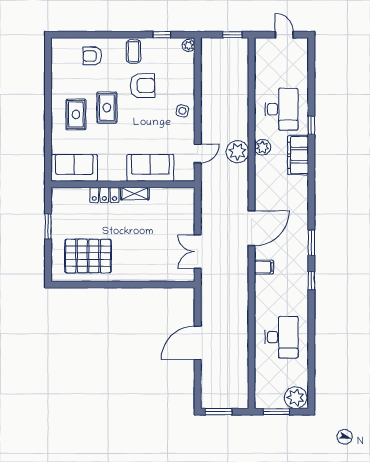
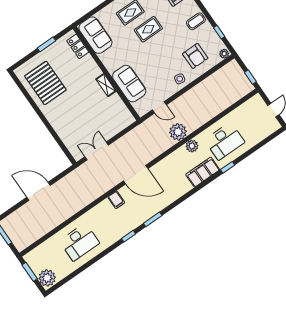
armchair: (142, 85) -> (195, 56), moved
locker: (104, 195) -> (78, 46), moved

